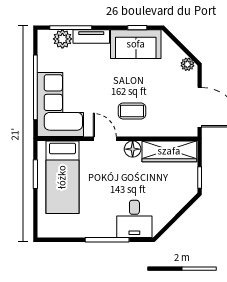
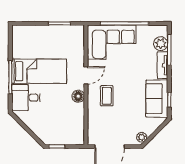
wardrobe: (169, 151) -> (76, 124), removed
bed: (62, 177) -> (39, 71), moved, turned 180

